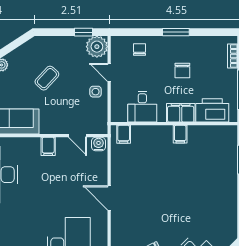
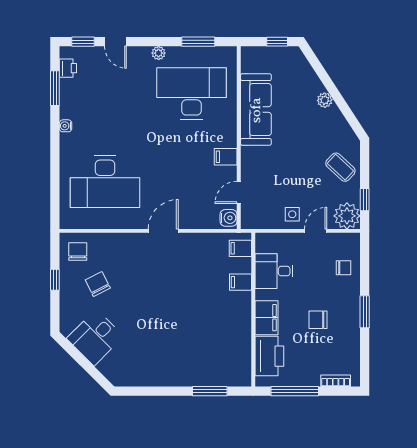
coffee table: (47, 78) -> (340, 167), moved
filing cabinet: (180, 134) -> (241, 282), moved

